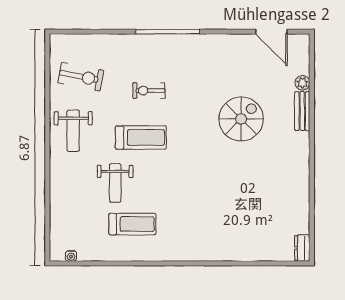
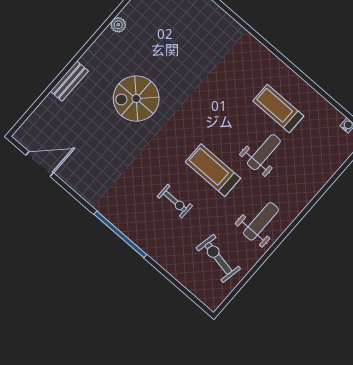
door: (271, 32) -> (40, 164), hinge flipped
plant: (302, 83) -> (118, 25), moved
spiral stairs: (241, 119) -> (136, 99), moved

